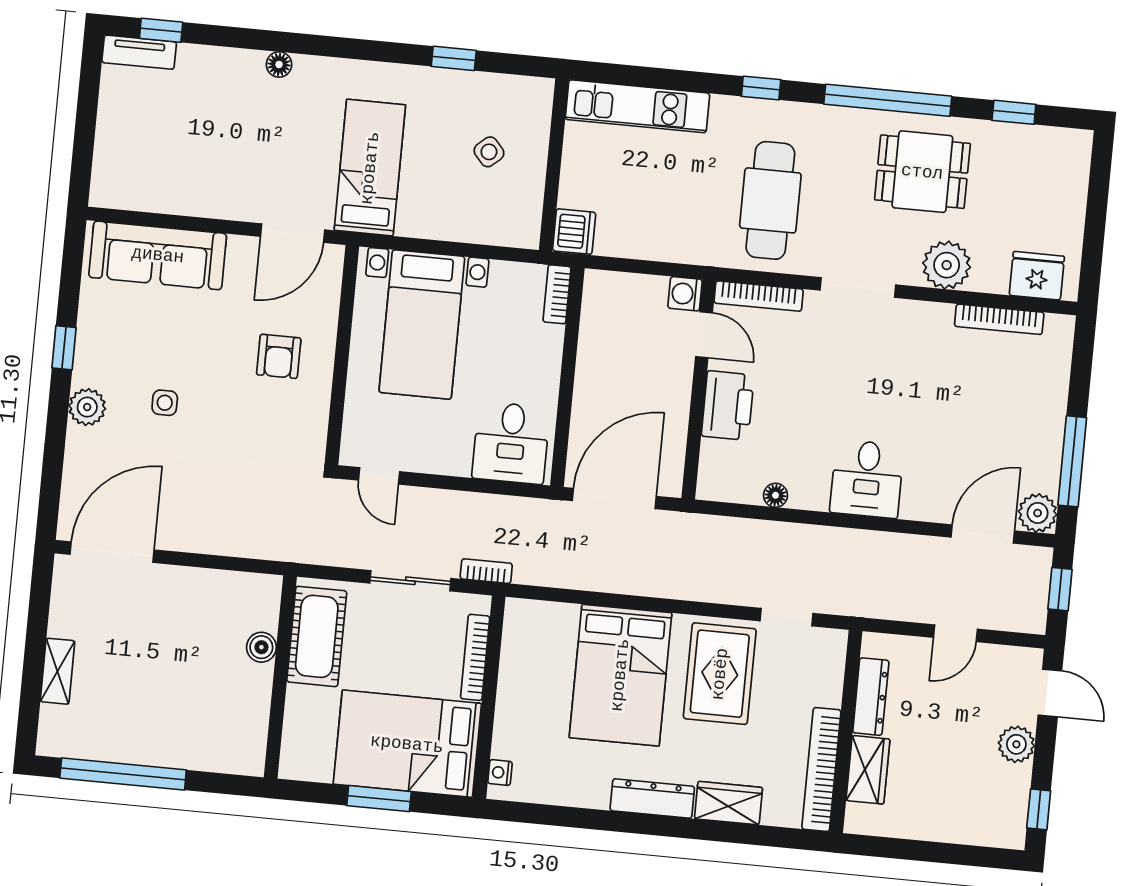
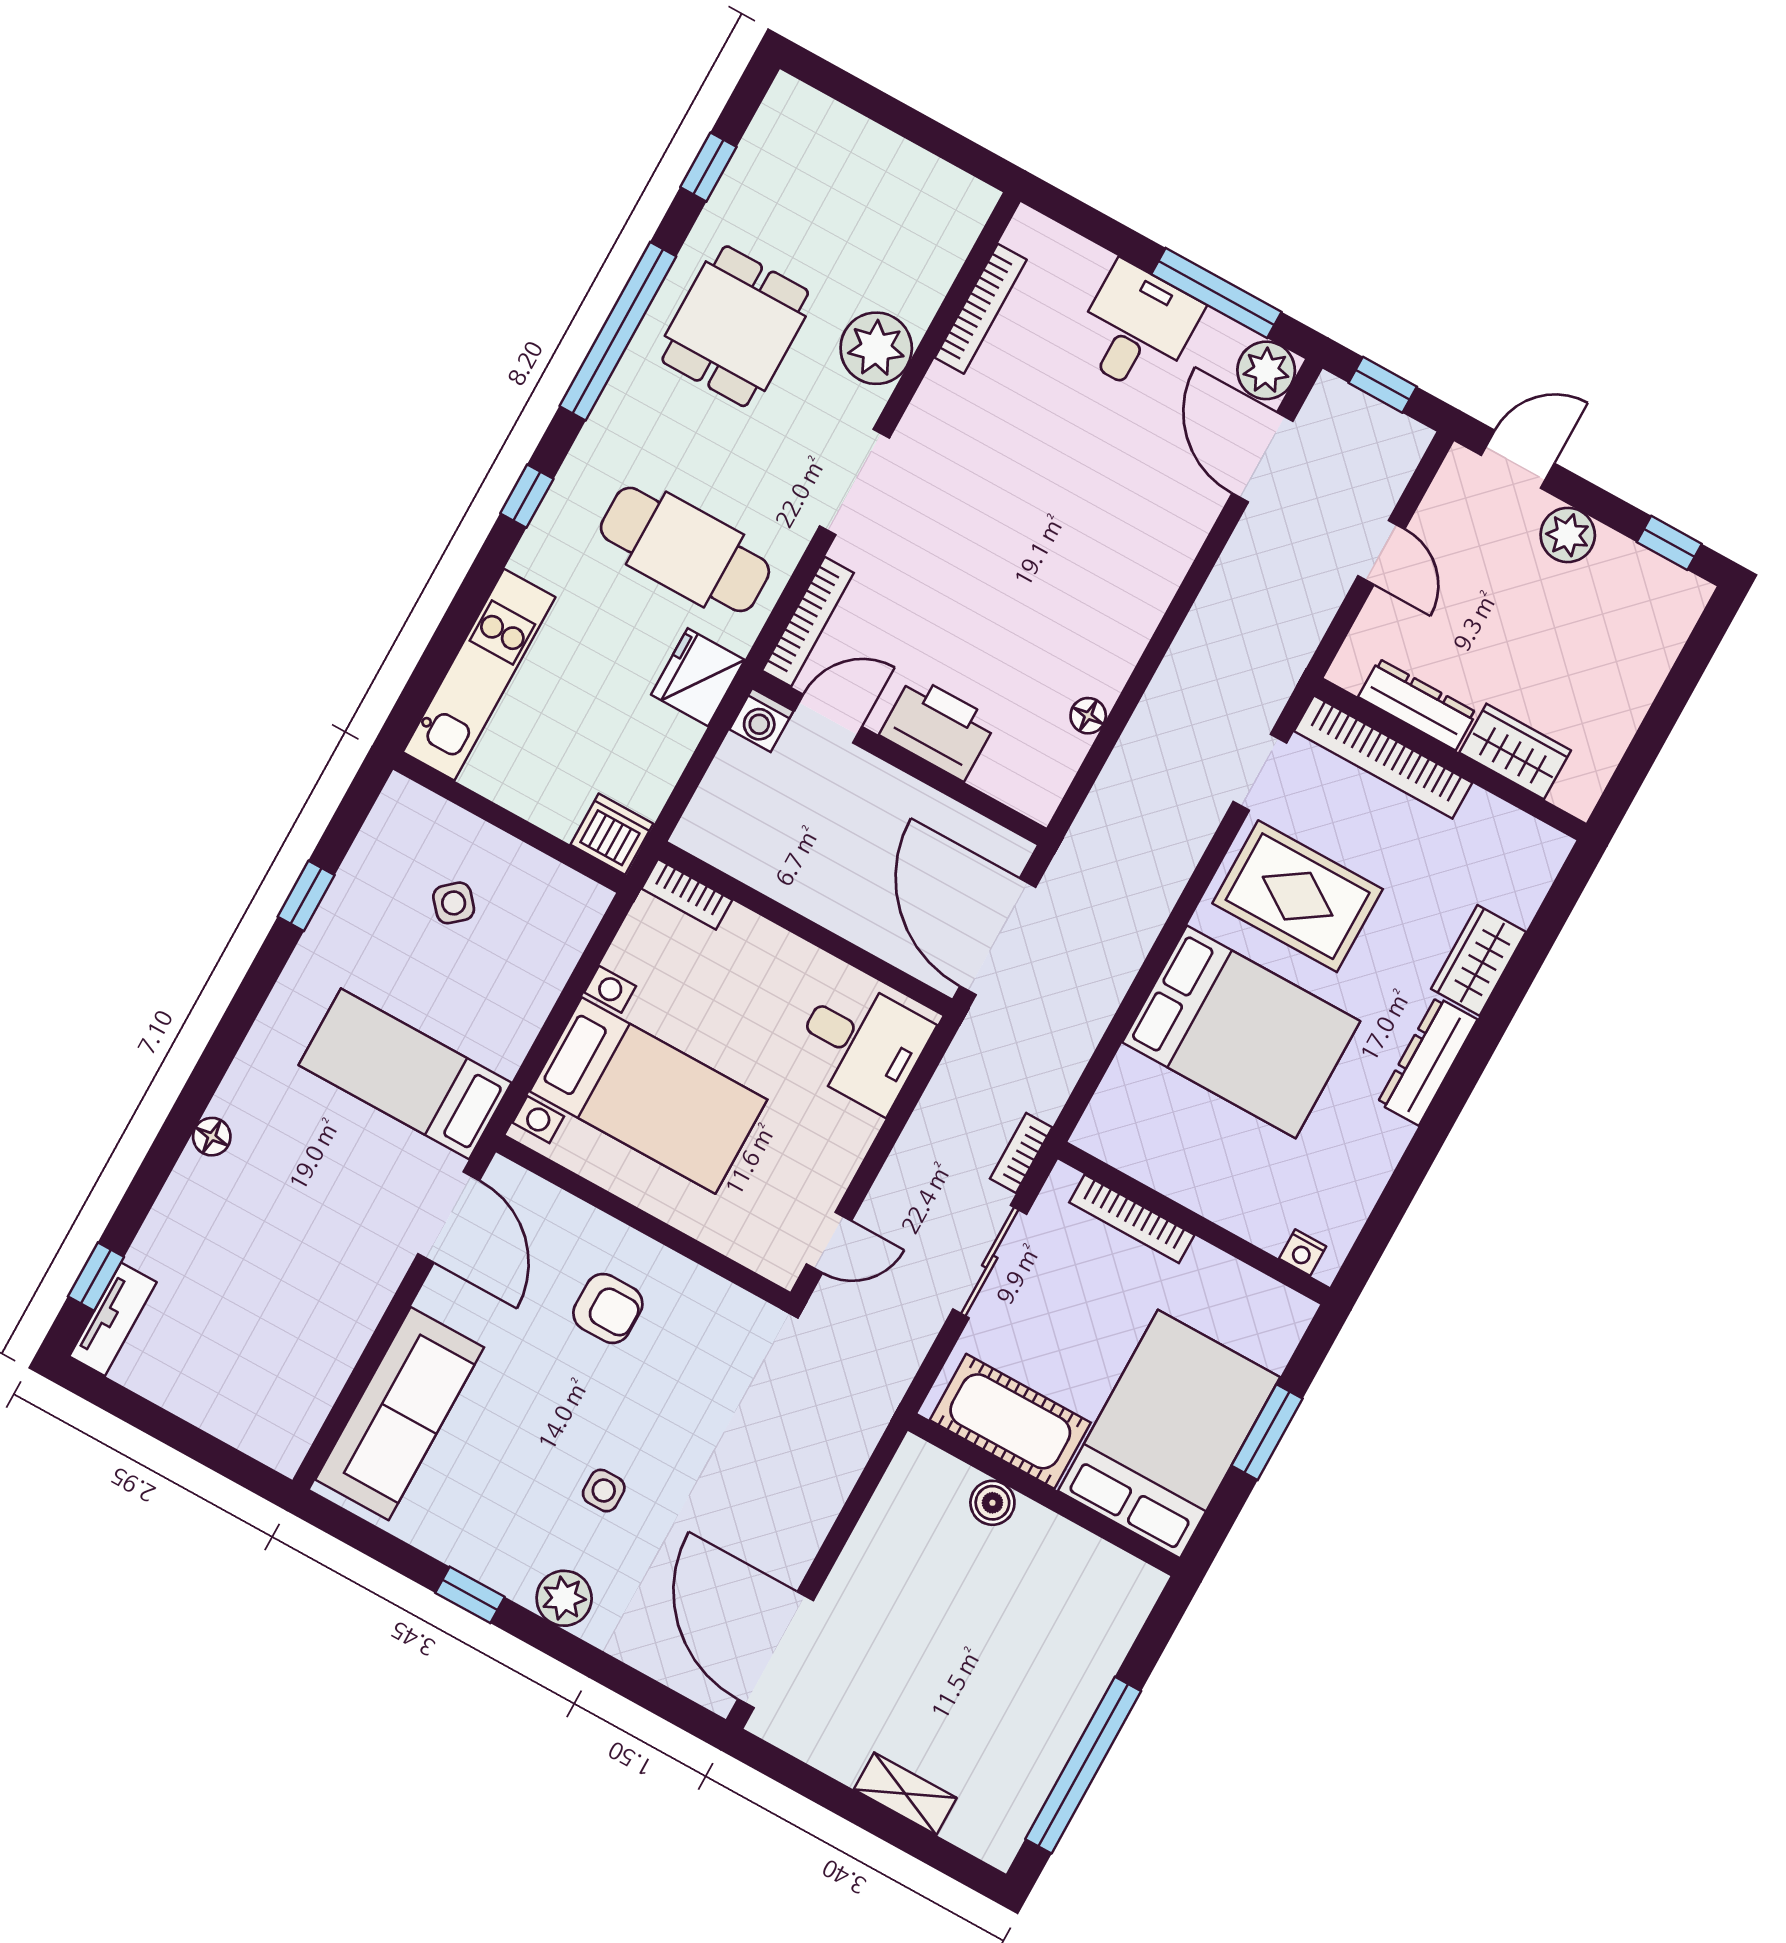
fridge: (1037, 276) -> (698, 677), moved
desk: (867, 479) -> (1137, 328), moved, turned -90
bed: (407, 744) -> (1169, 1434), moved, turned 180
bookcase: (821, 770) -> (1383, 757), moved

